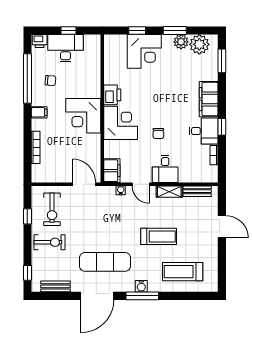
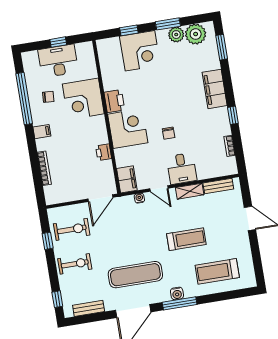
printer: (40, 41) -> (104, 152), moved, turned 90
corner desk: (83, 116) -> (83, 99), moved
desk: (204, 131) -> (215, 123), removed
door: (84, 184) -> (100, 198), swing flipped
exercise bike: (52, 209) -> (72, 229), turned -90

